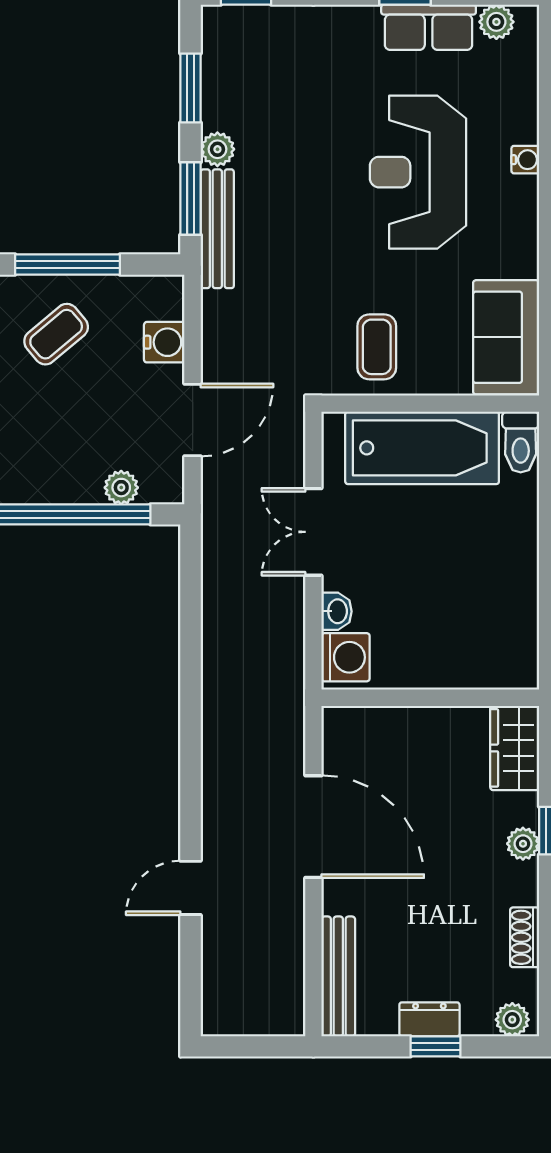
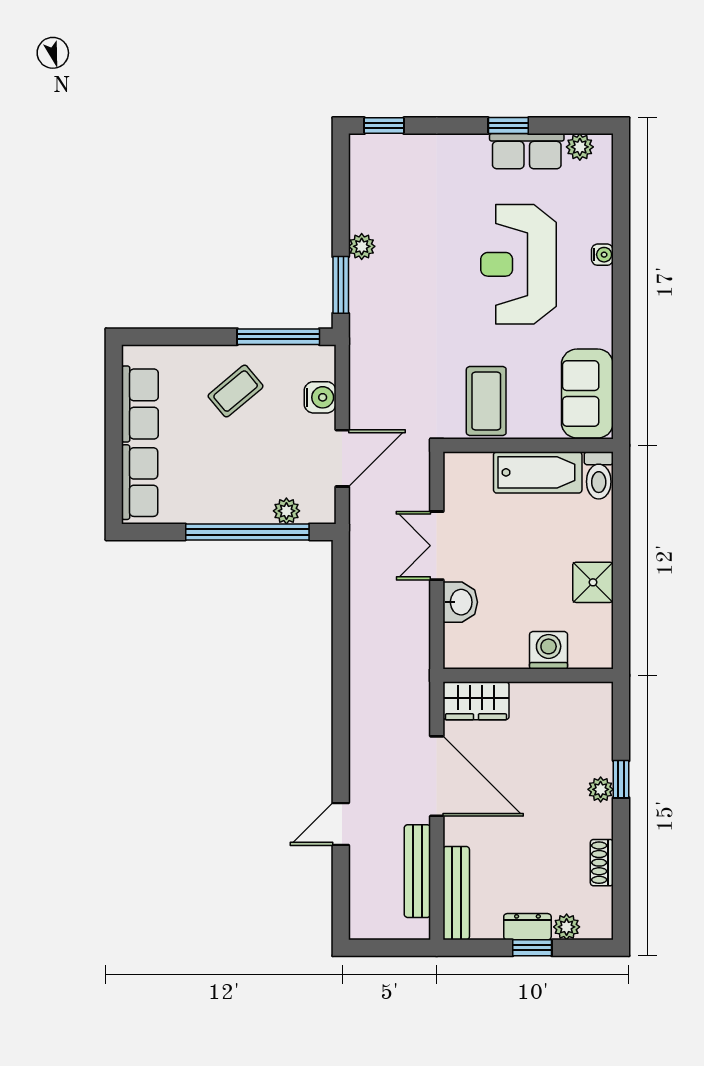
window: (191, 88) -> (341, 199), removed
bench: (217, 229) -> (417, 871), moved
window: (68, 265) -> (278, 337), moved
coffee table: (377, 347) -> (486, 401), width x1.36, depth x1.30
bathtub: (422, 448) -> (538, 472), width x0.73, depth x0.73
shower: (513, 579) -> (593, 582), added
washbasin: (337, 611) -> (460, 602), width x1.38, depth x1.45
washing machine: (346, 657) -> (549, 650), moved, turned -90
wardrobe: (515, 748) -> (476, 701), moved, turned -90
plant: (512, 1020) -> (567, 927), moved

